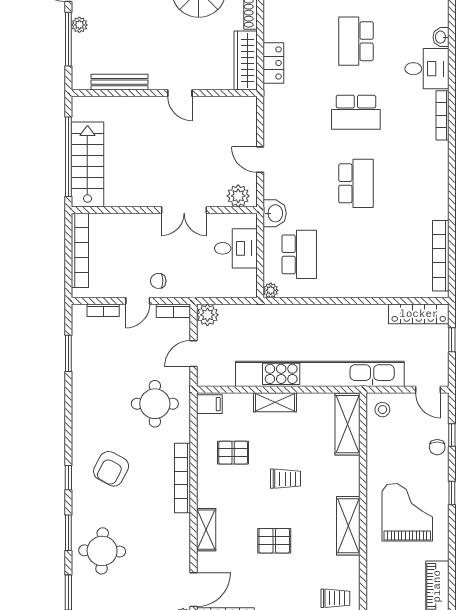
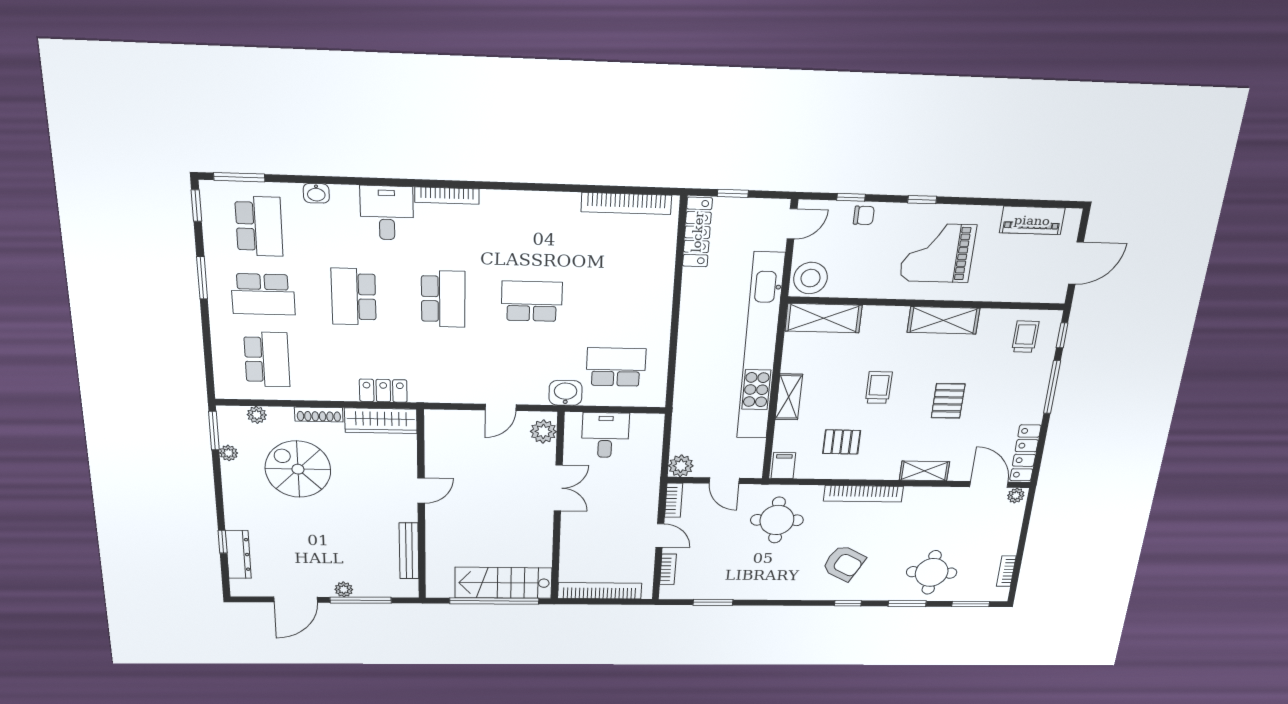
washbasin: (441, 37) -> (316, 193), moved
school desk: (356, 41) -> (354, 297), turned 90
chair: (158, 281) -> (639, 515), removed
plant: (271, 290) -> (657, 399), removed
stool: (382, 410) -> (810, 278), width x1.89, depth x1.89
pallet: (233, 453) -> (842, 442), turned 90

